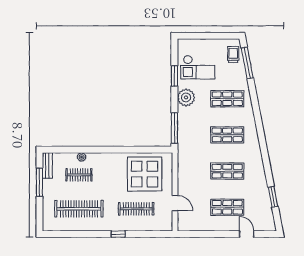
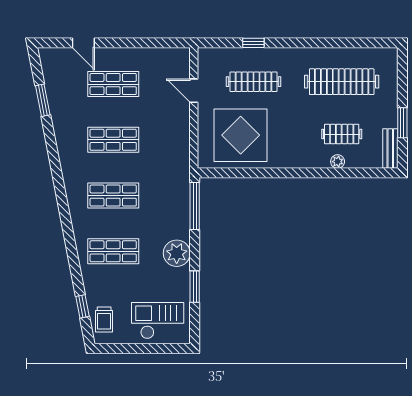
window: (247, 63) -> (82, 306), width x0.46
checkout: (198, 67) -> (158, 321), moved
window: (39, 182) -> (402, 123), width x0.69
window: (118, 234) -> (253, 43), moved

